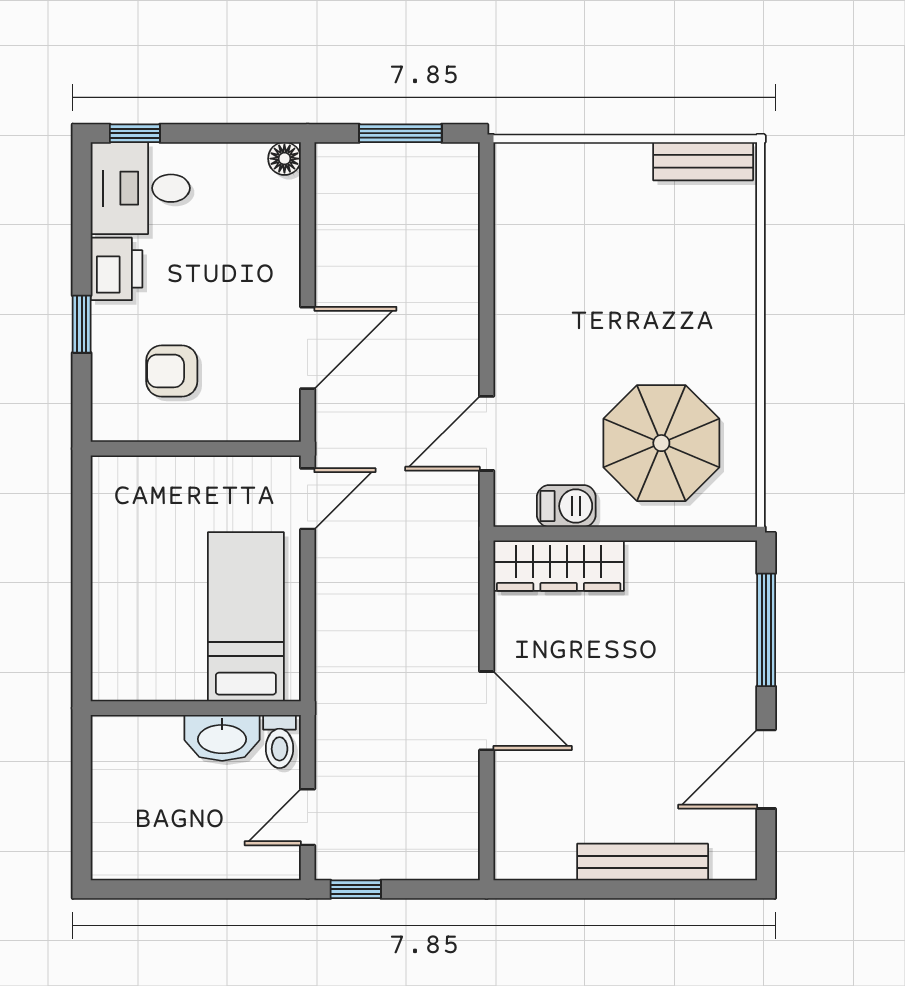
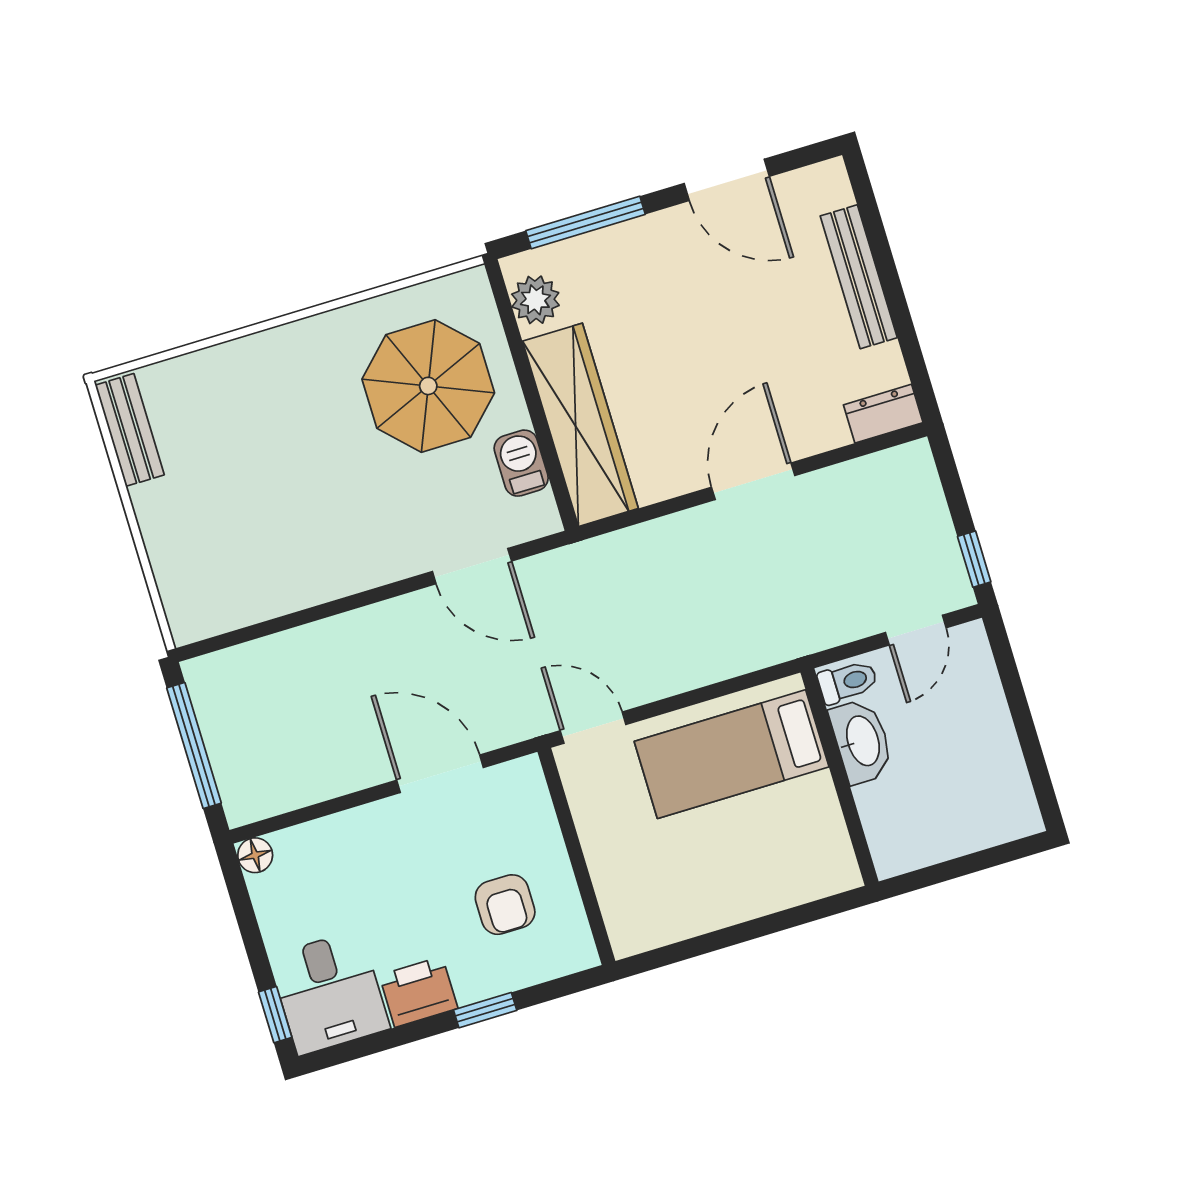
window: (400, 133) -> (194, 746), width x1.44
plant: (710, 563) -> (535, 300), added
wardrobe: (559, 566) -> (580, 425), width x1.40, depth x1.17
door: (308, 817) -> (916, 630), hinge flipped
dresser: (512, 847) -> (883, 414), added

